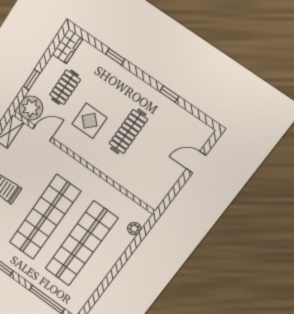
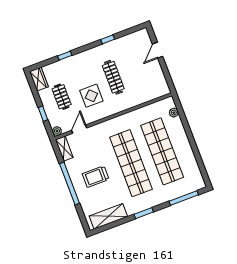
plant: (31, 108) -> (57, 131), width x0.53, depth x0.53

